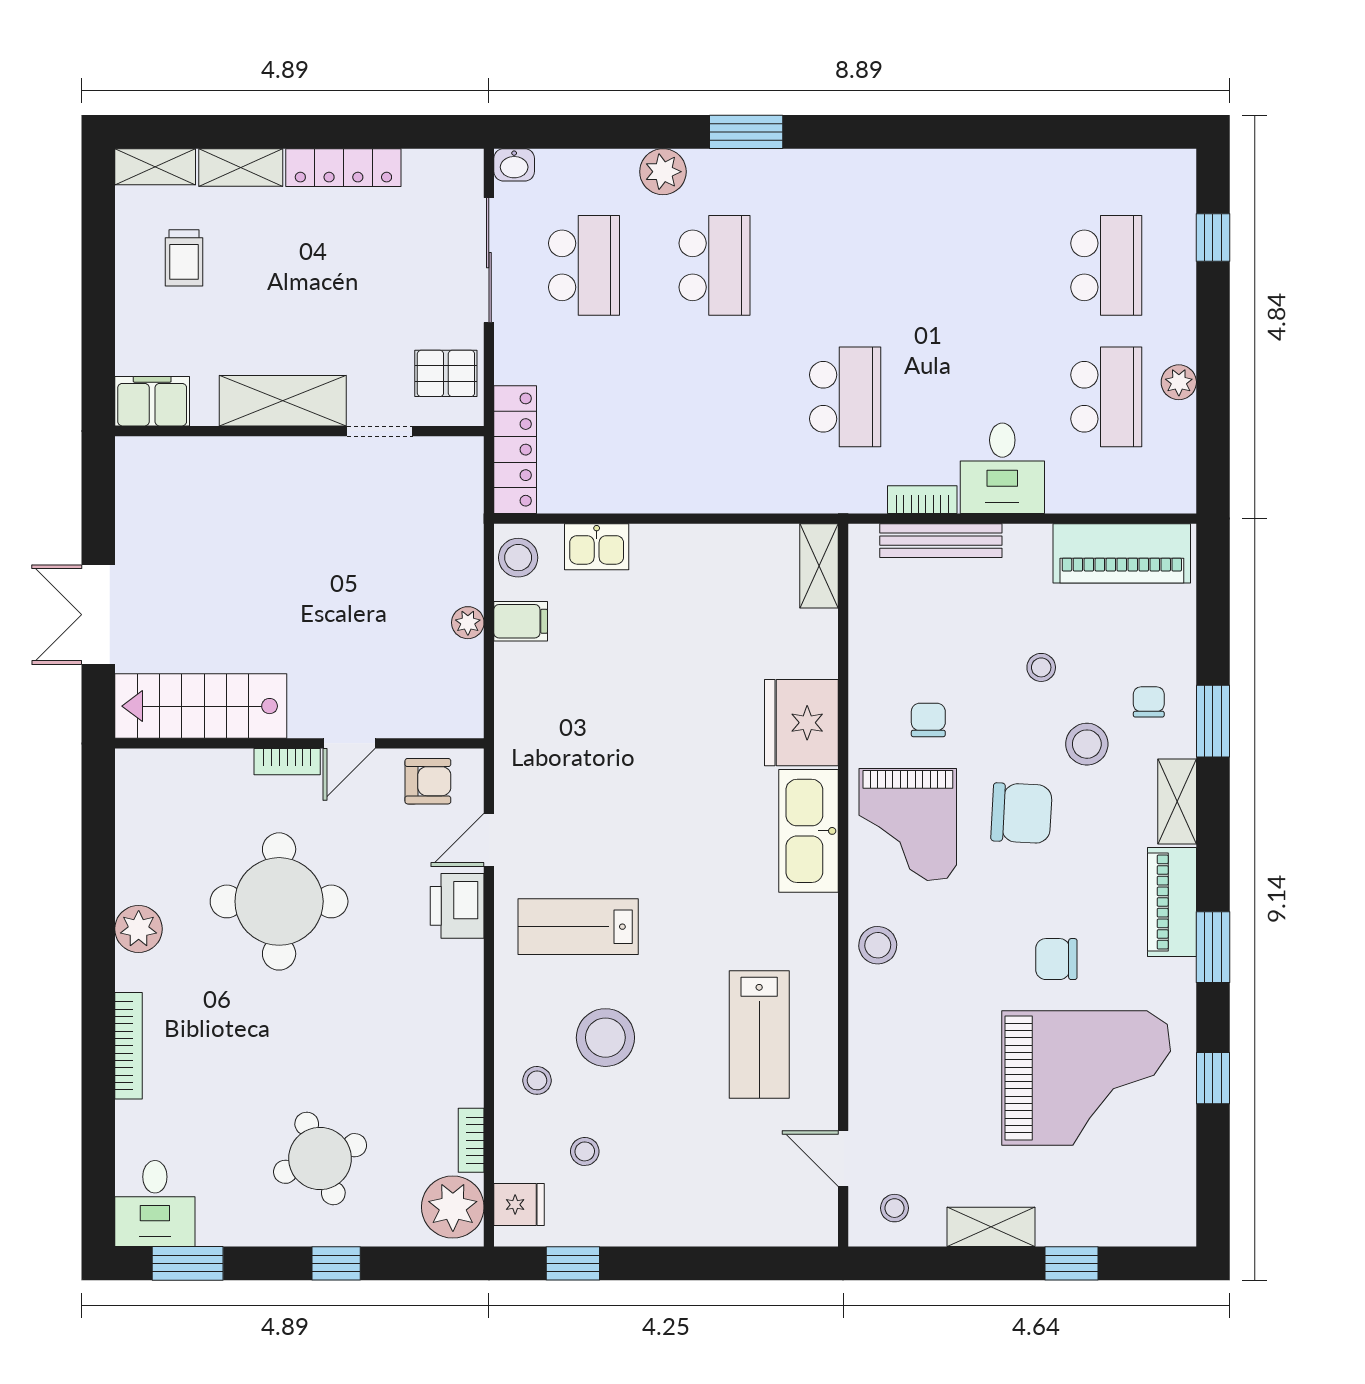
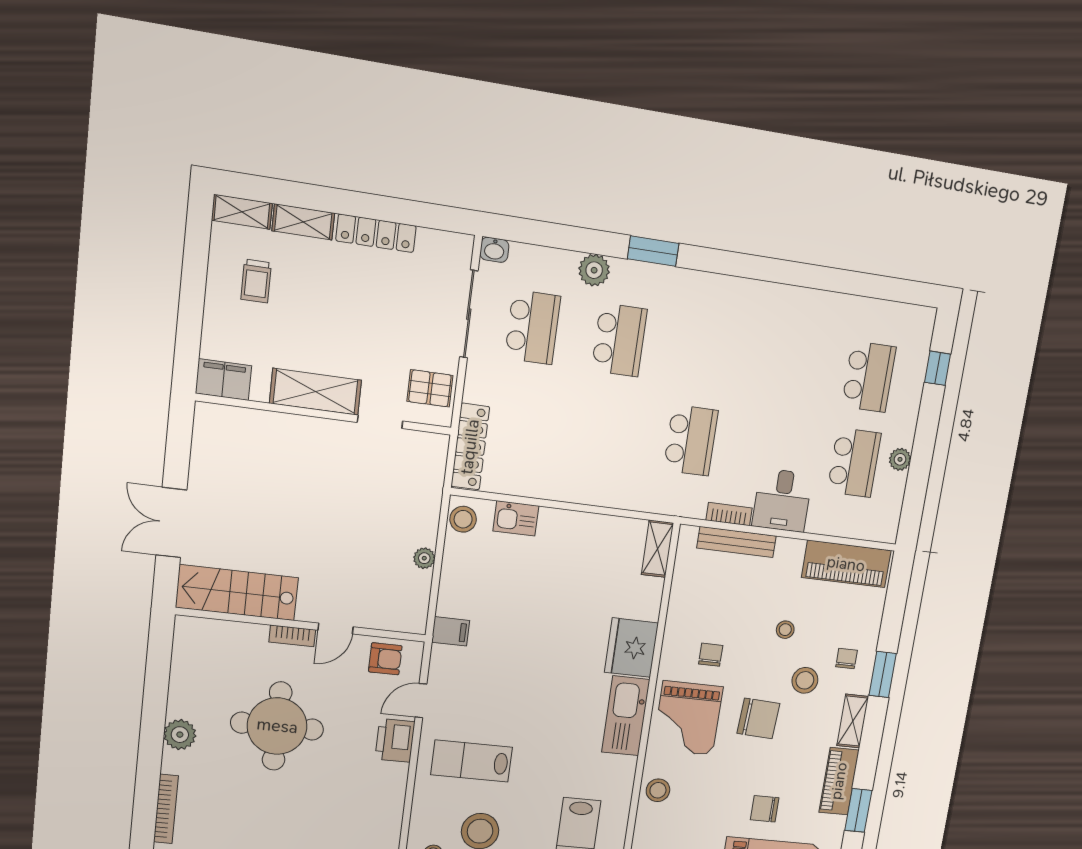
filing cabinet: (521, 621) -> (451, 631), moved

